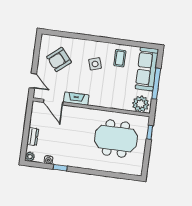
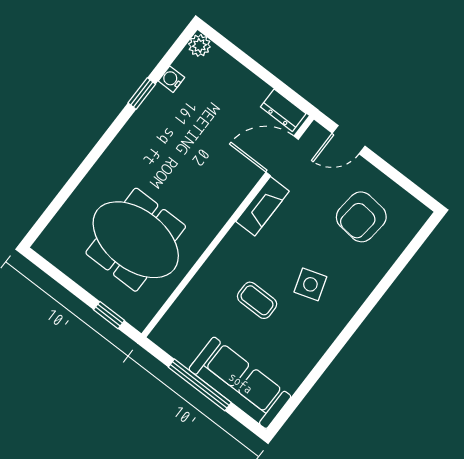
coffee table: (120, 58) -> (257, 300), moved
armchair: (59, 59) -> (361, 217), turned -134
plant: (141, 104) -> (177, 330), removed
dresser: (33, 137) -> (283, 110), moved
meeting table: (116, 139) -> (136, 240), turned 90

